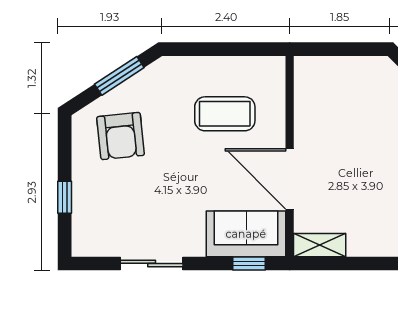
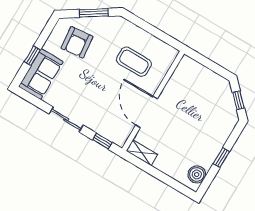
sofa: (246, 234) -> (41, 74), moved, turned 90
sliding door: (152, 263) -> (66, 120), moved

